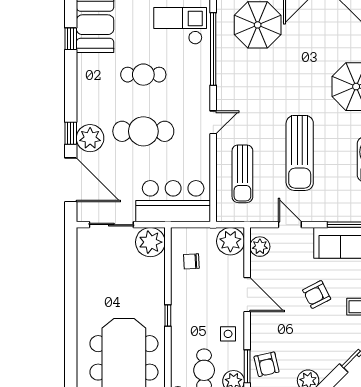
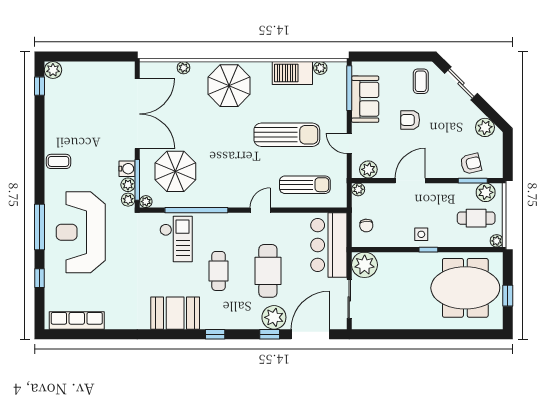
checkout: (180, 26) -> (176, 239), turned 180
window: (71, 39) -> (215, 334), moved
door: (213, 122) -> (260, 210), hinge flipped
door: (290, 225) -> (349, 143), hinge flipped
plant: (230, 241) -> (358, 189), width x0.53, depth x0.53
chair: (191, 261) -> (366, 226), moved
armchair: (317, 295) -> (410, 120), turned 117
side table: (228, 334) -> (421, 234), moved

